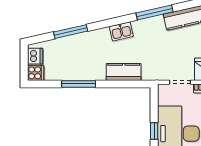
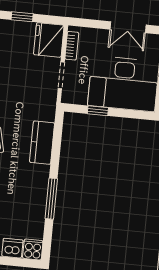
window: (154, 131) -> (98, 111), moved

